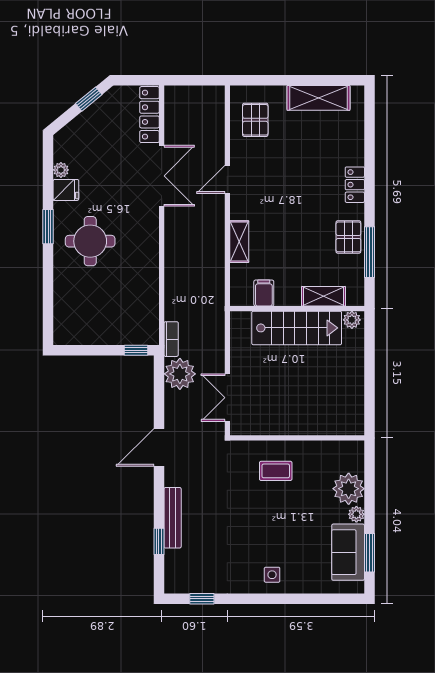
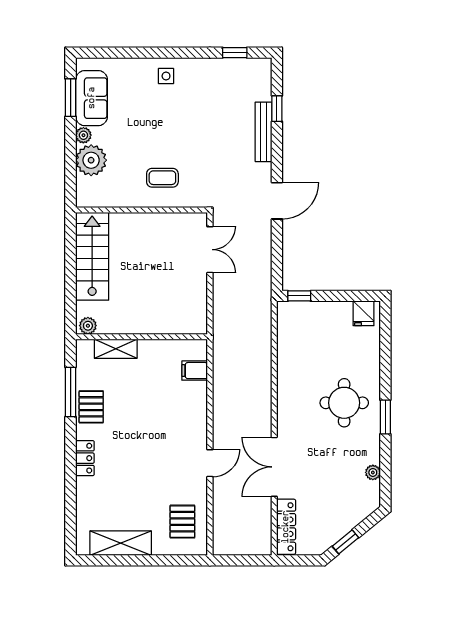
fridge: (66, 190) -> (363, 313), moved, turned -90
shelving: (239, 242) -> (198, 402), removed
filing cabinet: (264, 293) -> (195, 371), moved, turned 90
stairs: (297, 328) -> (92, 256), moved, turned 90
bookcase: (171, 339) -> (265, 307), removed
plant: (180, 374) -> (256, 273), removed

